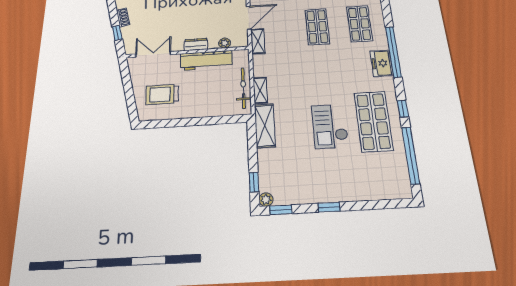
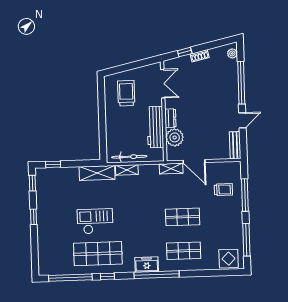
plant: (225, 43) -> (175, 137), width x1.88, depth x1.88
plant: (266, 200) -> (40, 173), removed

